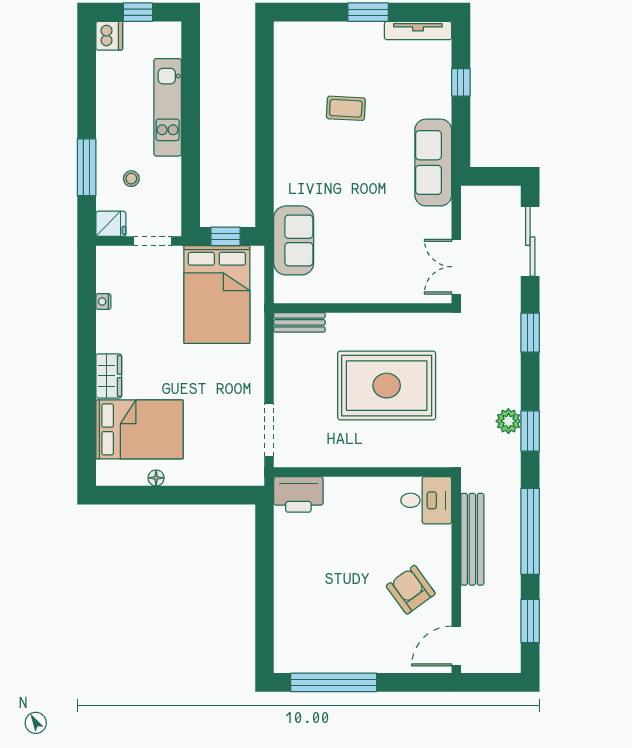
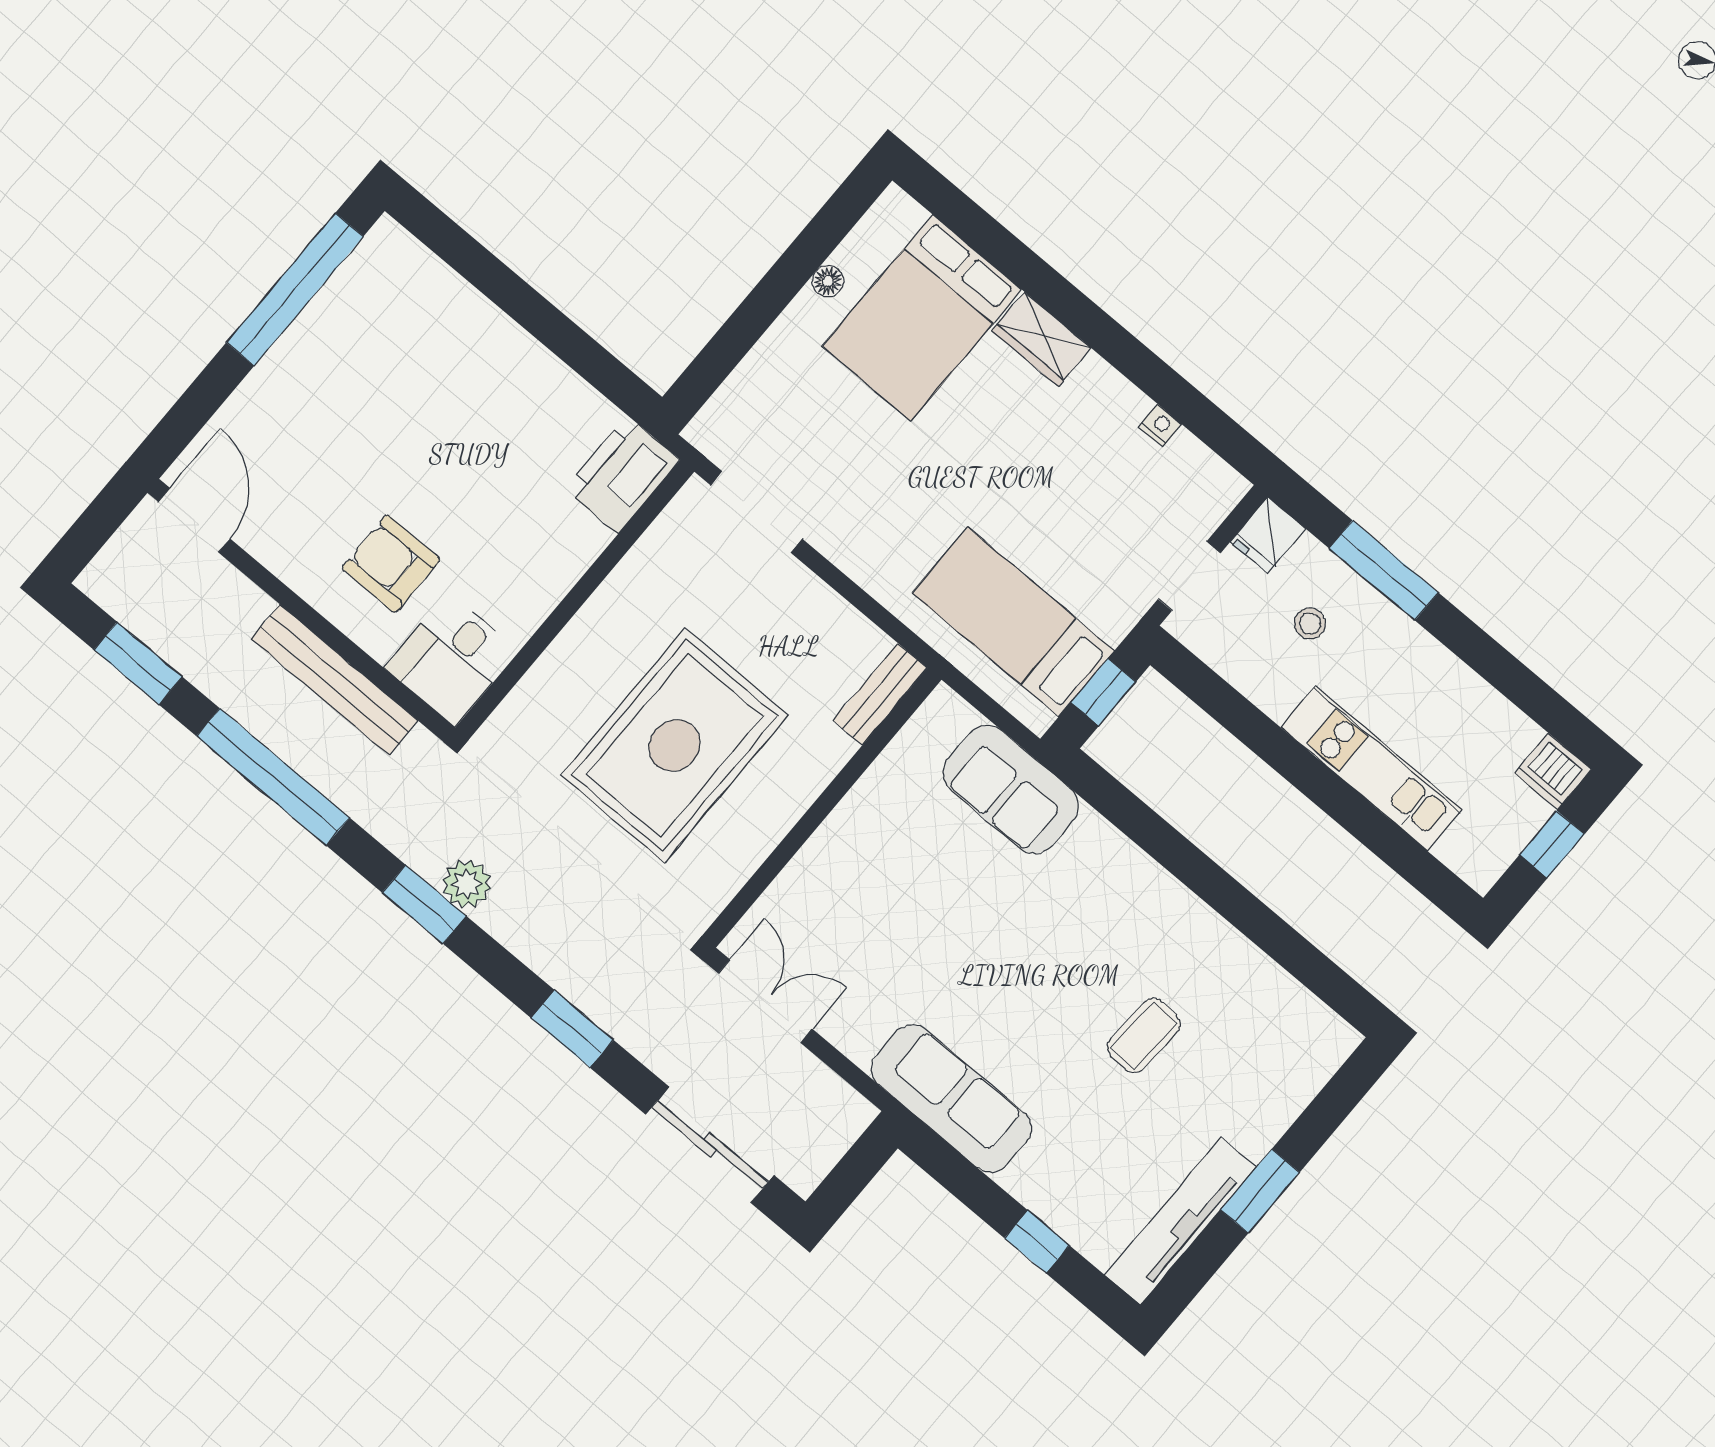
tv unit: (418, 31) -> (1181, 1221), width x1.36, depth x1.29
bed: (217, 294) -> (1013, 622), width x0.67
armchair: (411, 590) -> (391, 564), moved, turned -144

